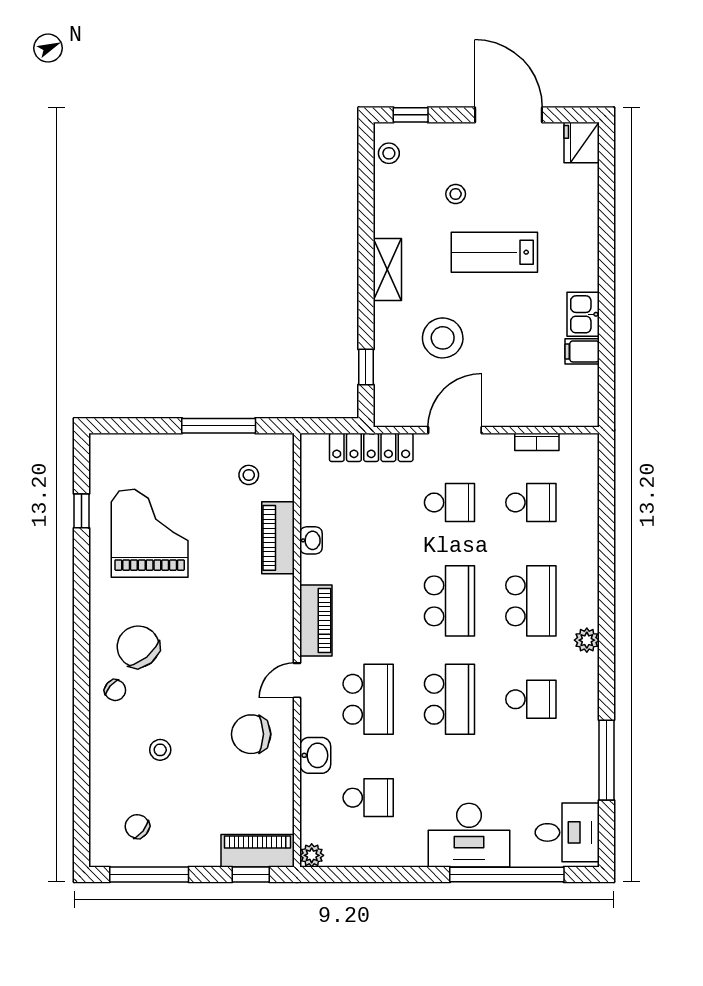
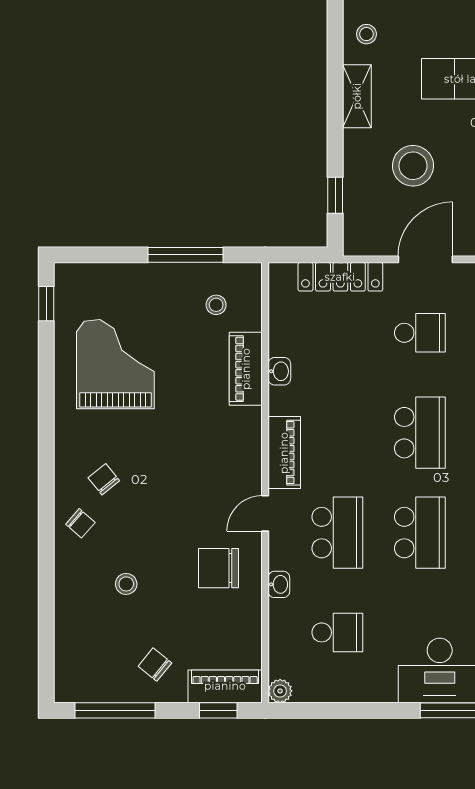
stool: (456, 194) -> (366, 34), moved
window: (81, 511) -> (46, 304), moved
chair: (138, 647) -> (104, 479), width x0.54, depth x0.54
washbasin: (315, 755) -> (279, 584), width x0.72, depth x0.69
chair: (137, 826) -> (155, 665), moved

